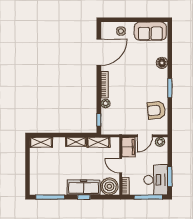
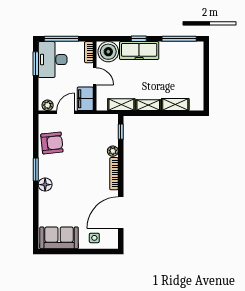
floor lamp: (162, 63) -> (45, 185), moved
shelving: (41, 142) -> (175, 105), moved

